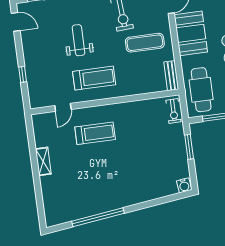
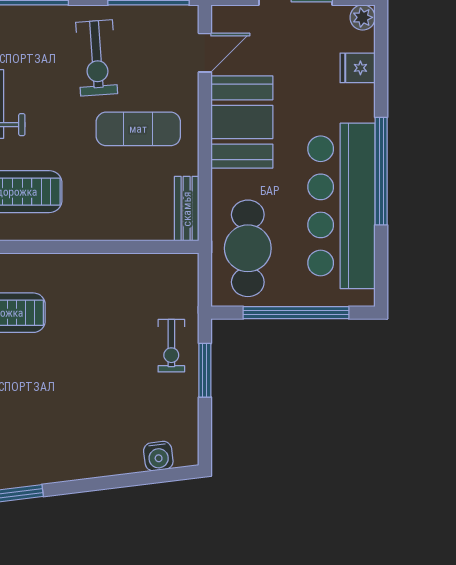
exercise bike: (173, 111) -> (171, 346), moved
water cooler: (184, 185) -> (158, 456), moved

